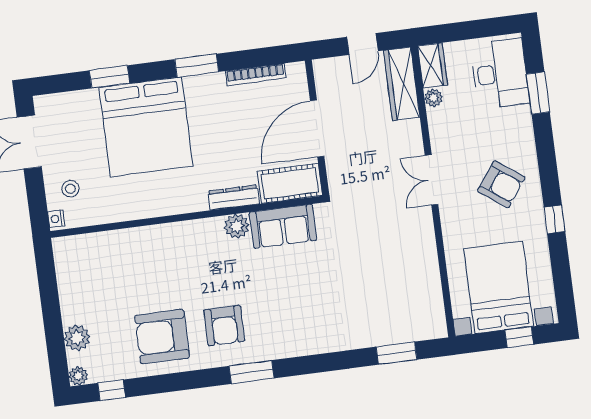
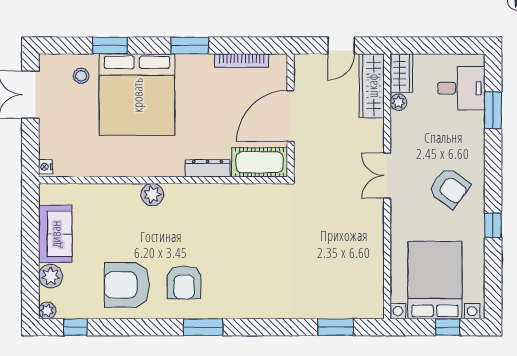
desk: (500, 74) -> (461, 88), width x0.73
stool: (70, 189) -> (81, 76), moved
plant: (237, 226) -> (152, 195), moved
sofa: (283, 226) -> (55, 234), moved, turned -90

